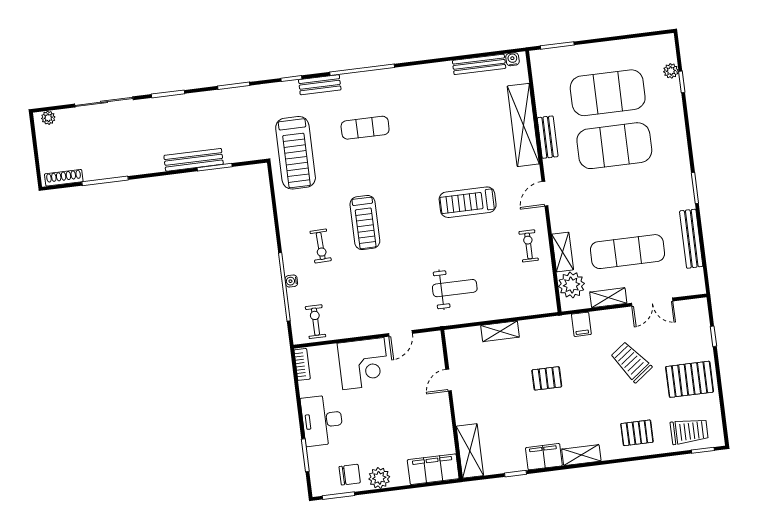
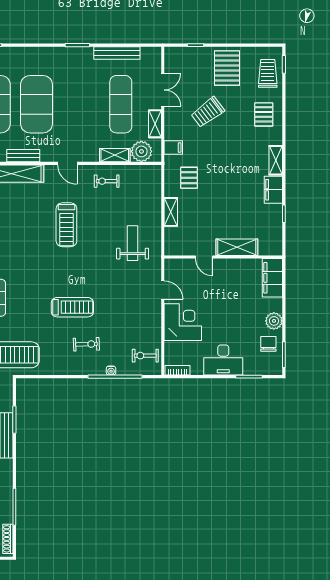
pallet: (547, 378) -> (189, 178), moved
shelving: (470, 451) -> (237, 247), moved

